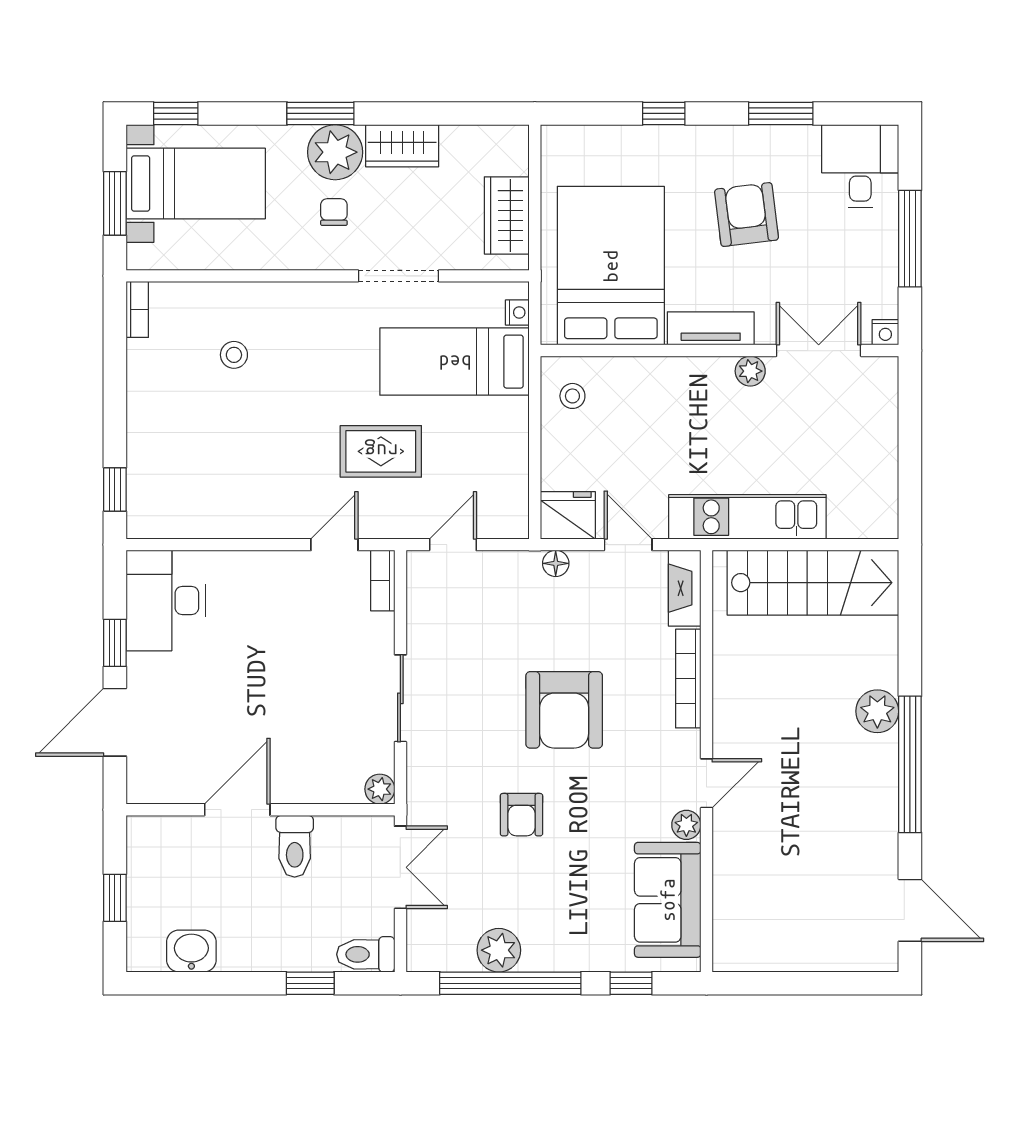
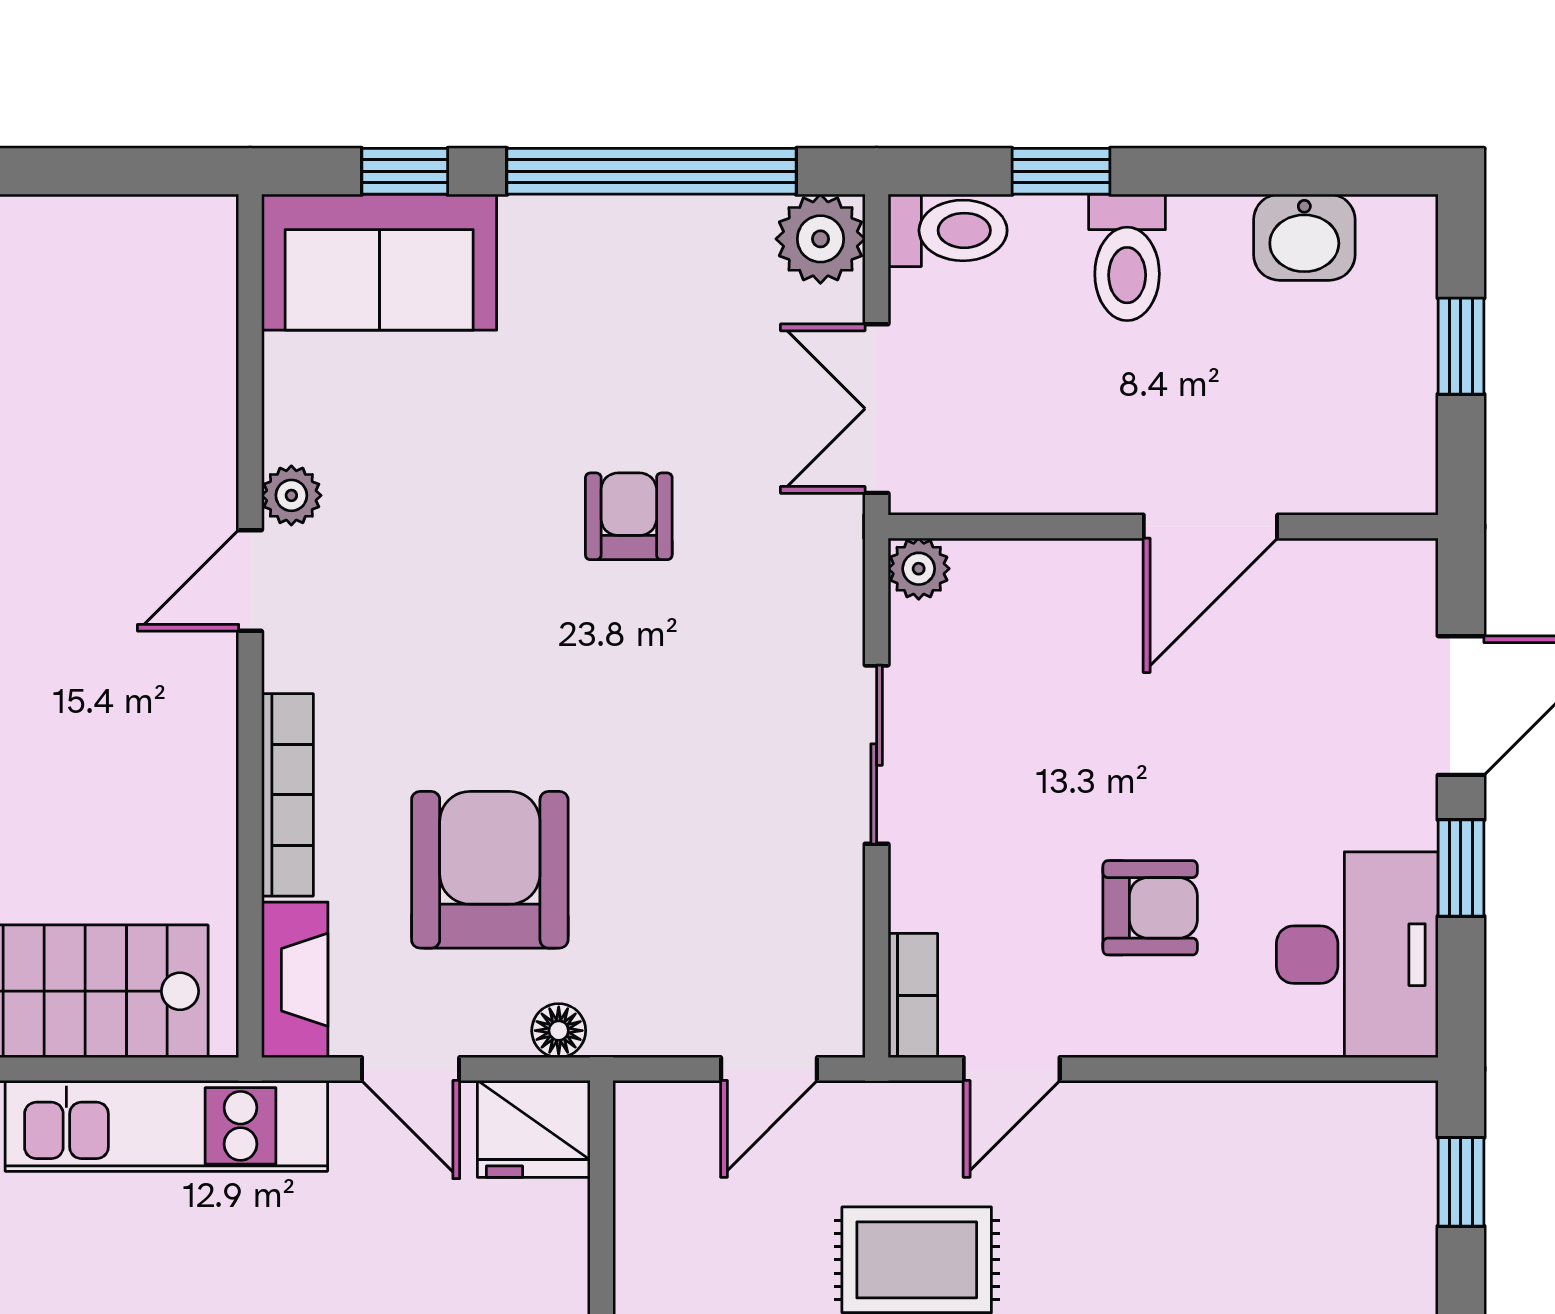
armchair: (267, 623) -> (1150, 908), added
armchair: (564, 710) -> (490, 870), moved
toilet: (295, 846) -> (1127, 257), moved, turned 180
sofa: (668, 900) -> (379, 262), moved, turned 90
plant: (499, 950) -> (820, 239), moved

